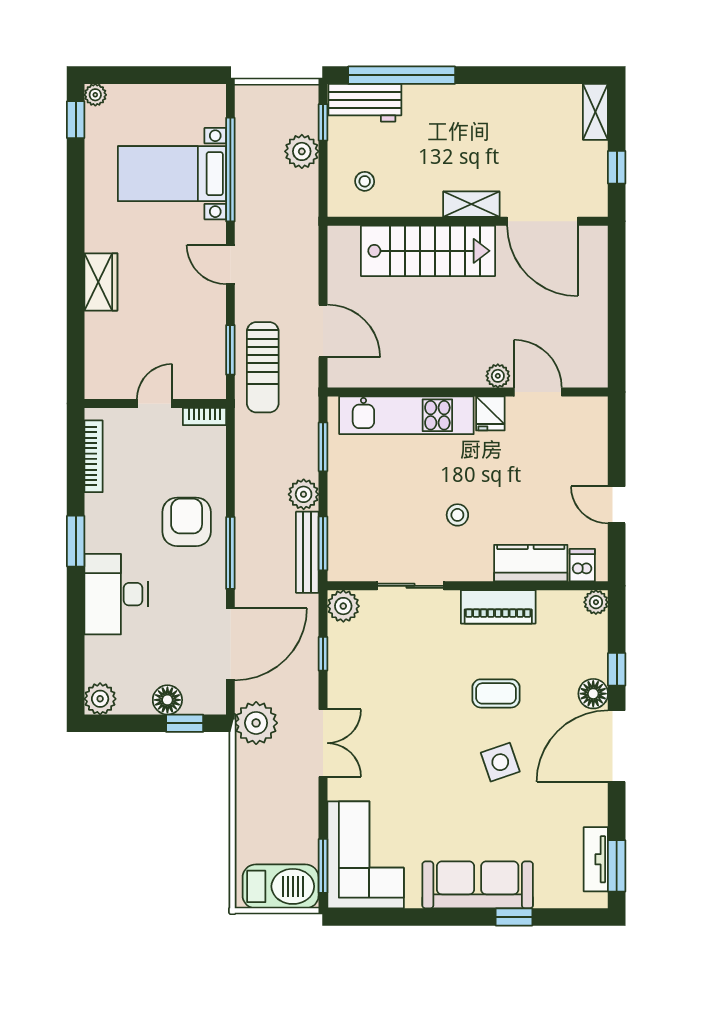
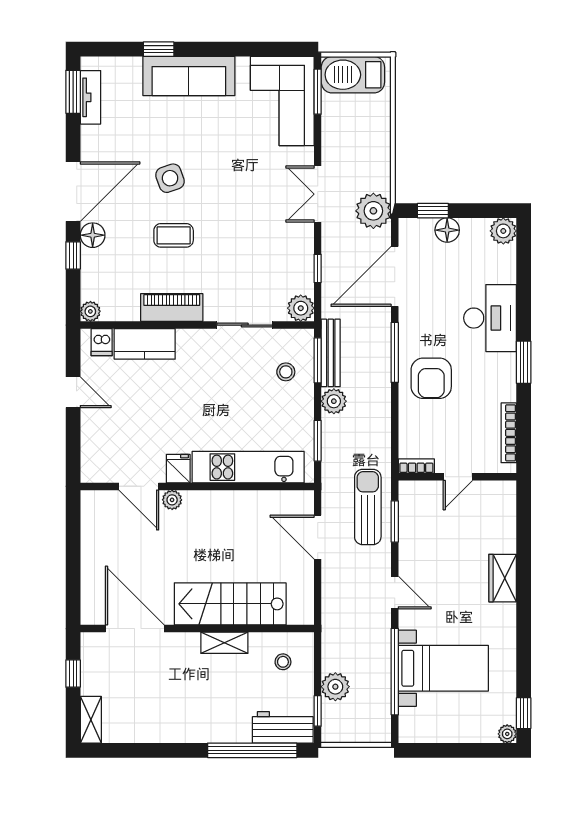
shelving: (471, 204) -> (224, 643), moved
stool: (457, 515) -> (286, 372), moved

